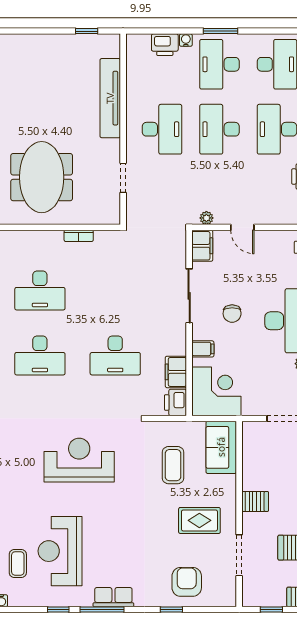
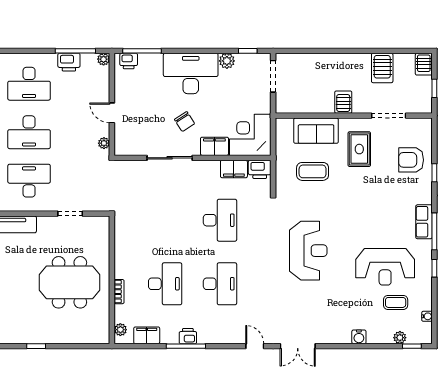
door: (242, 227) -> (112, 113), swing flipped
bookcase: (79, 236) -> (119, 292), moved
filing cabinet: (202, 246) -> (127, 147), removed
chair: (232, 314) -> (185, 122), turned 57
filing cabinet: (203, 349) -> (214, 146), width x2.00
sofa: (221, 447) -> (316, 131), moved
reception desk: (79, 460) -> (308, 251), turned 180

